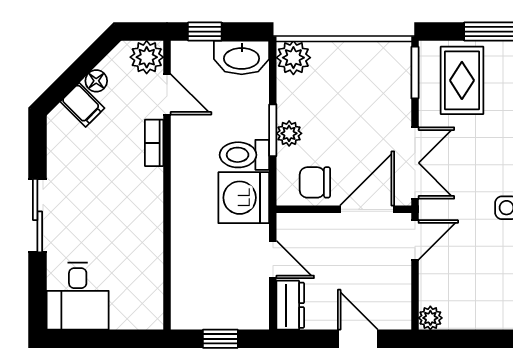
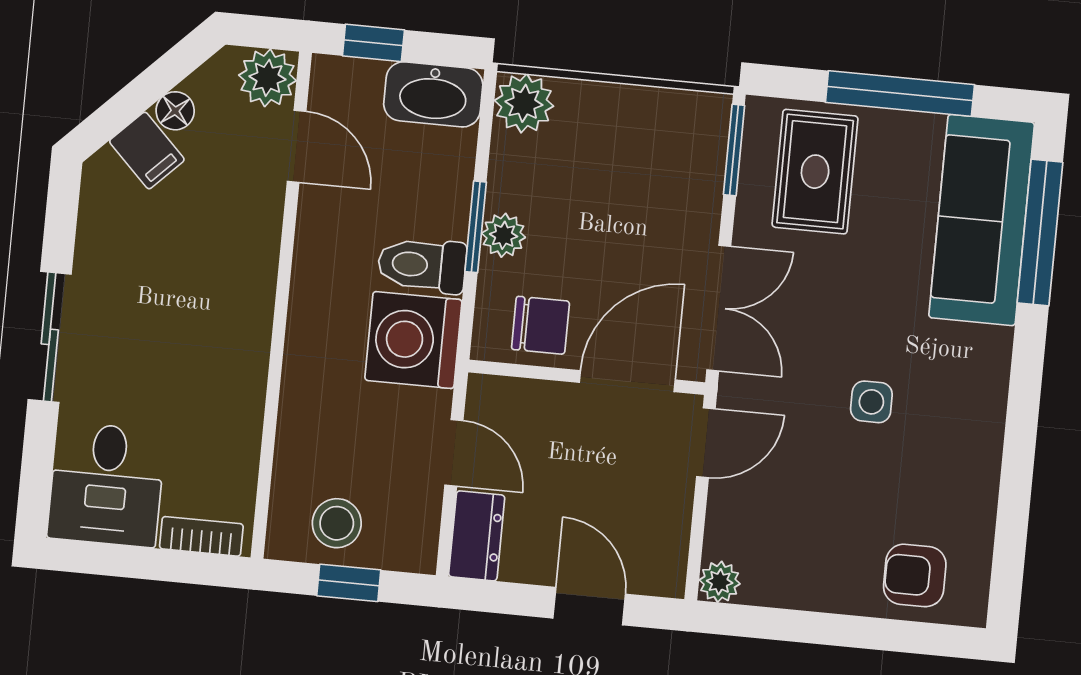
bookcase: (154, 143) -> (201, 536), moved, turned 90
chair: (315, 182) -> (541, 325), turned 180
stool: (210, 306) -> (337, 523), added

